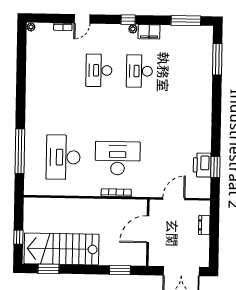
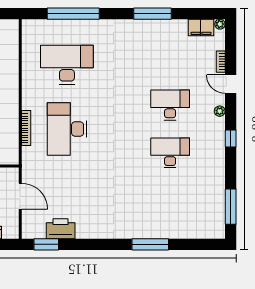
plant: (133, 29) -> (220, 111), moved
filing cabinet: (149, 32) -> (201, 27), moved, turned -90
window: (217, 59) -> (150, 244), moved
window: (21, 84) -> (152, 14), added
desk: (118, 158) -> (67, 129), turned 180
window: (215, 167) -> (46, 244), moved

